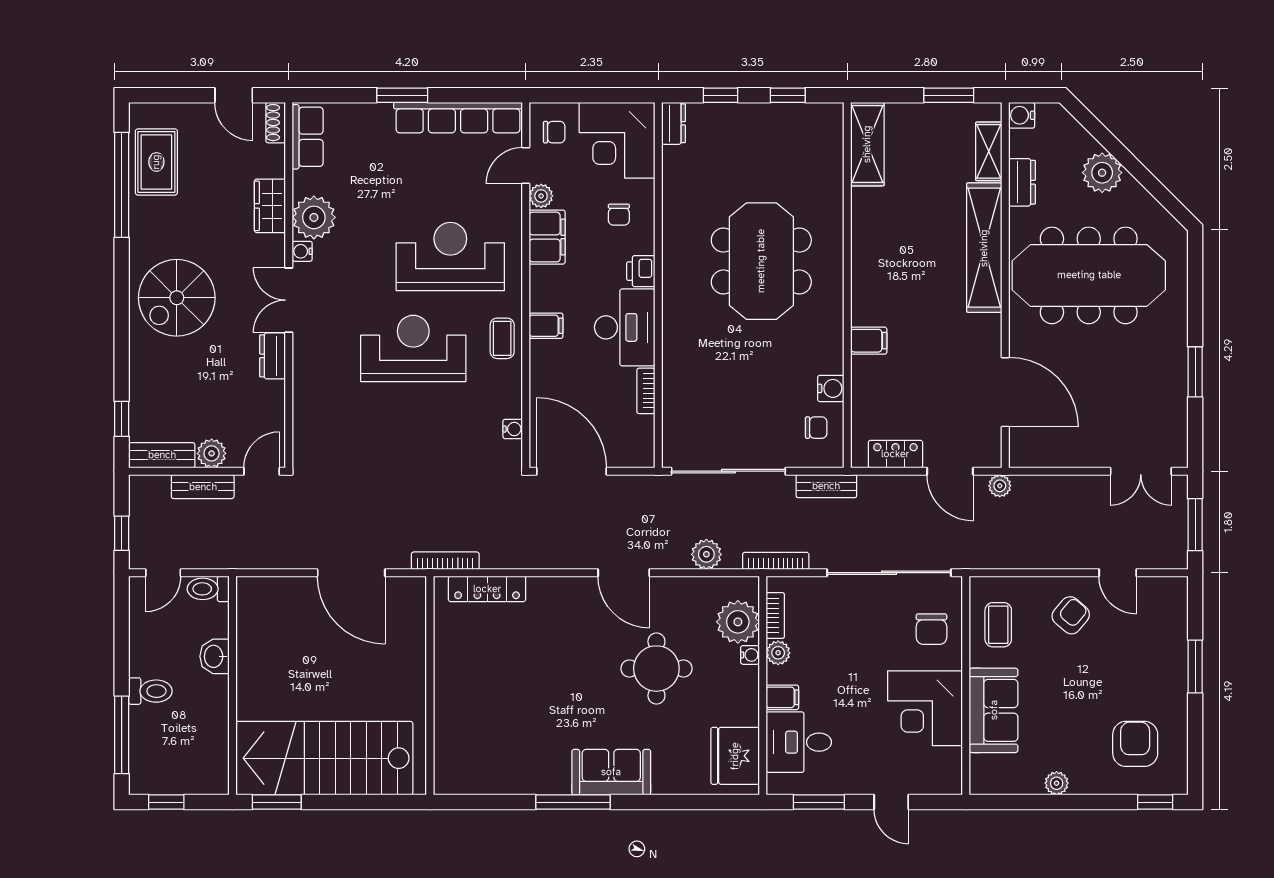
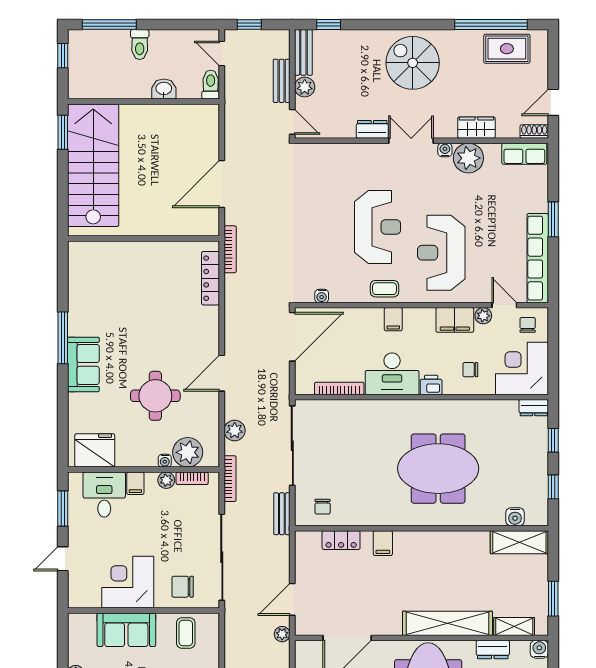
chair: (554, 132) -> (528, 325), turned 180
reception desk: (450, 256) -> (441, 253), turned 180
water cooler: (831, 388) -> (515, 517), moved
bookcase: (646, 391) -> (339, 388), width x1.56
locker: (895, 454) -> (341, 540), moved, turned 90
coffee table: (998, 625) -> (186, 633), turned 90

